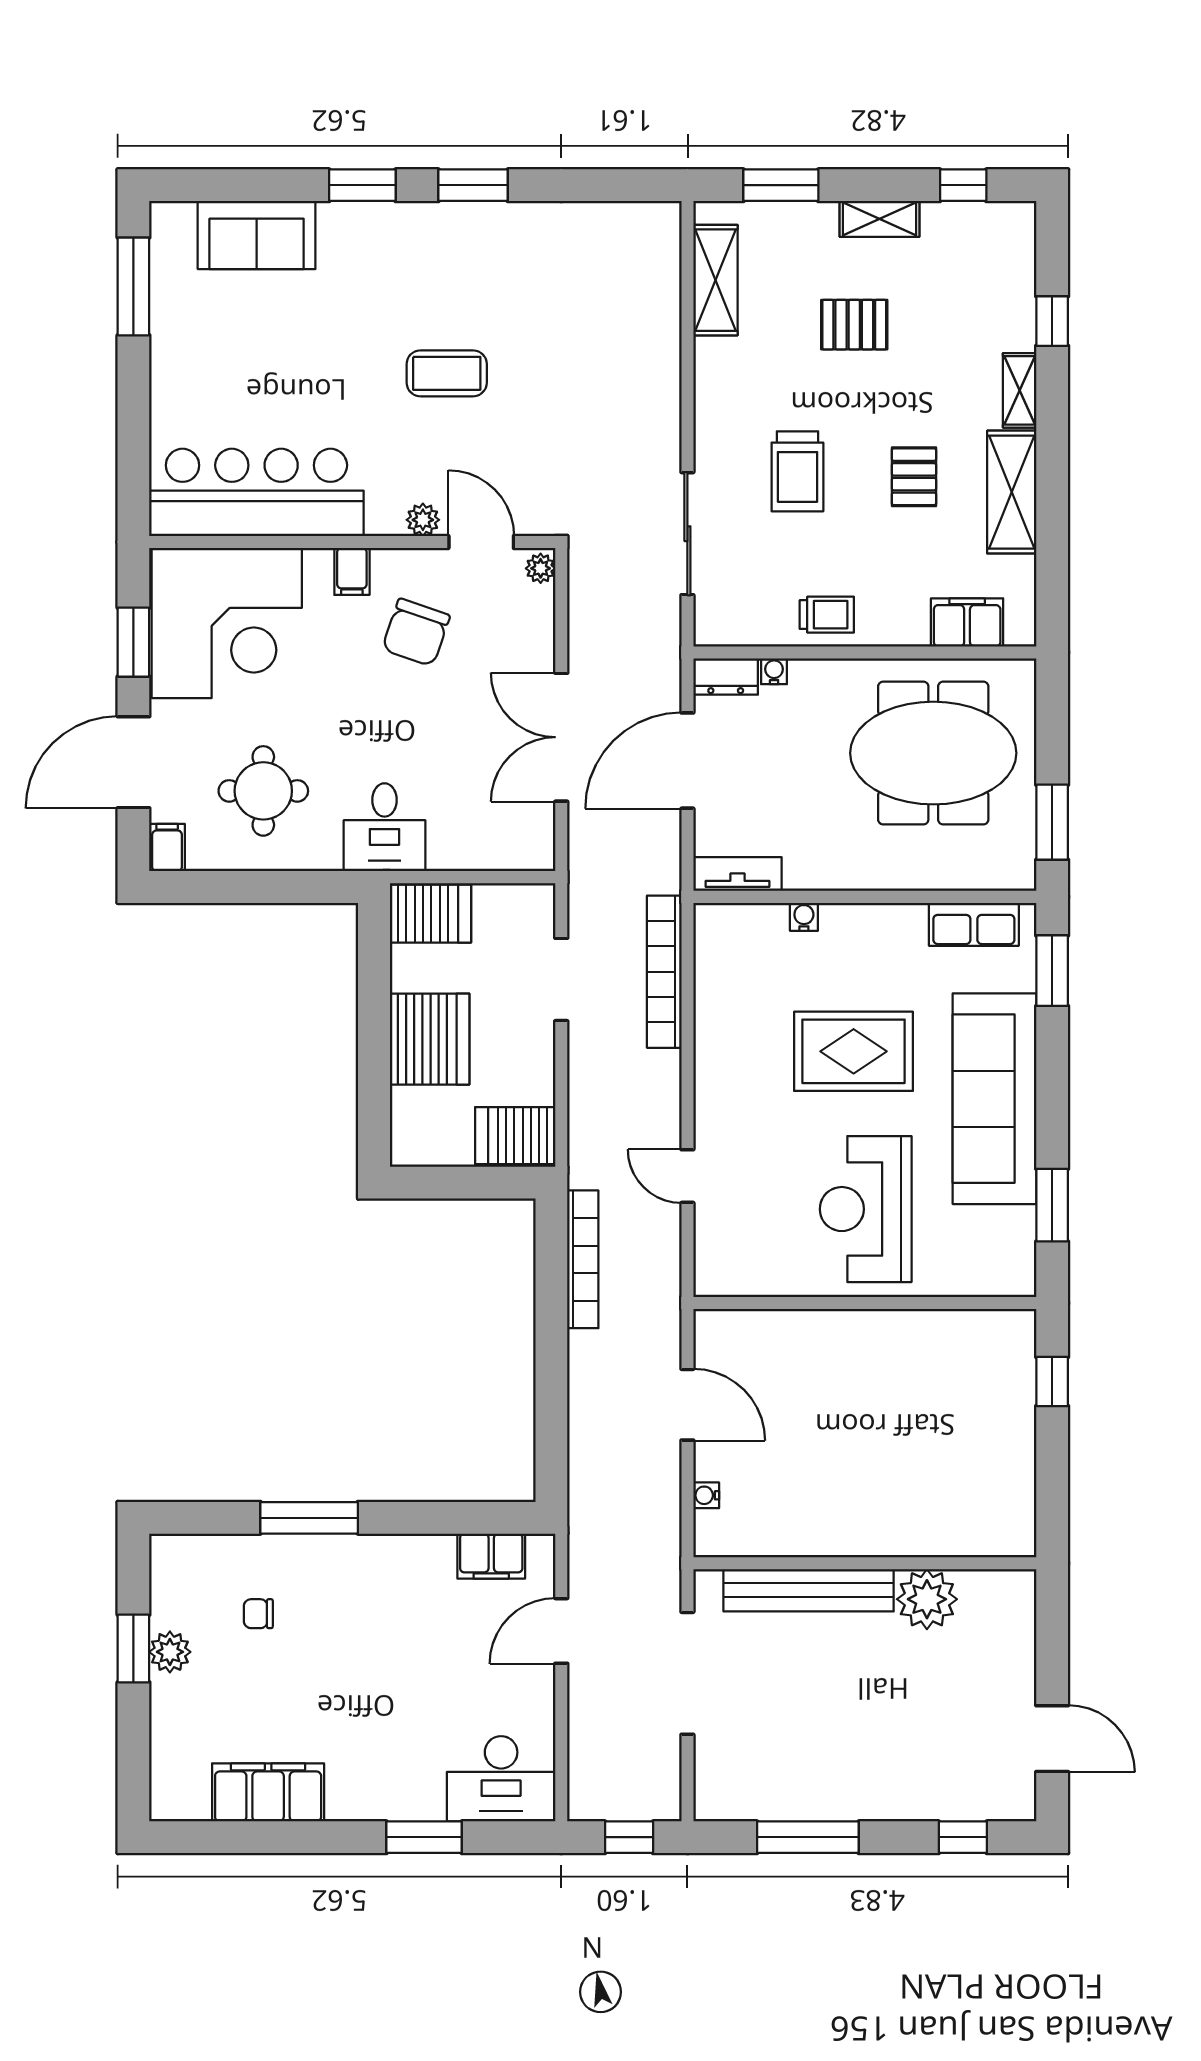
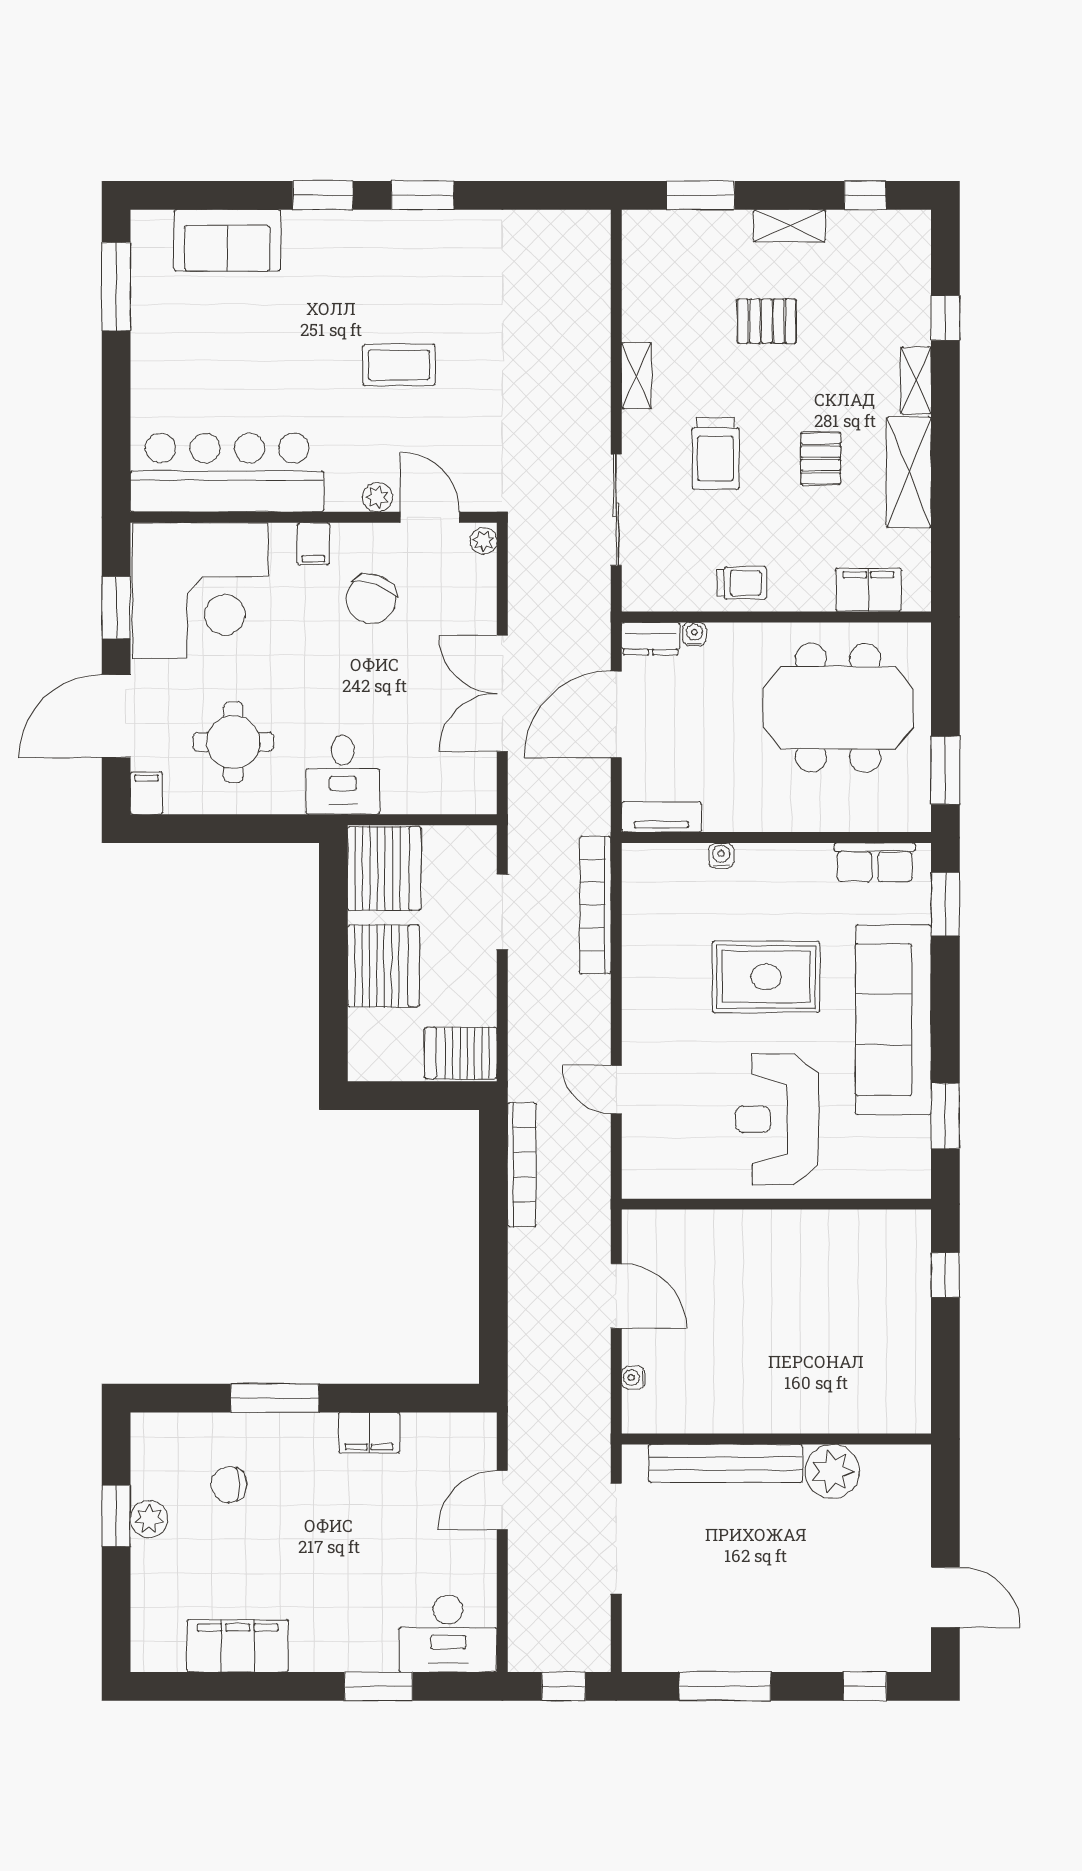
shelving: (715, 280) -> (636, 376), moved, width x0.67, depth x0.75
server rack: (430, 914) -> (384, 868), width x1.60
filing cabinet: (491, 1556) -> (369, 1433), moved
chair: (258, 1614) -> (229, 1485), width x1.37, depth x1.37

